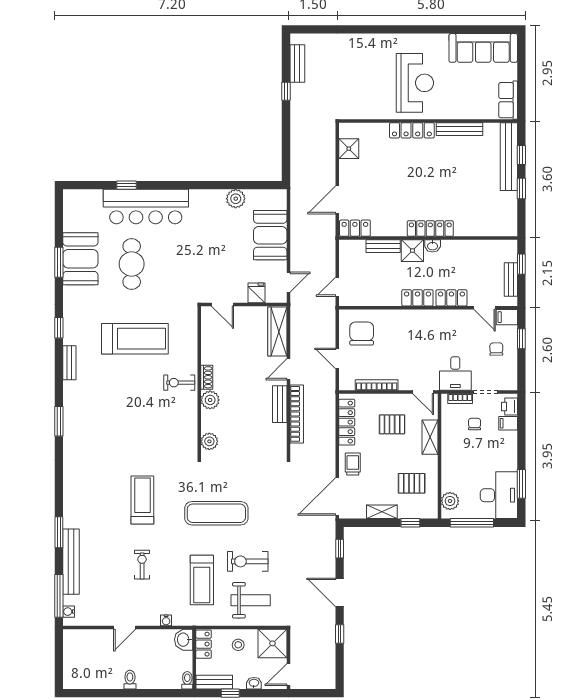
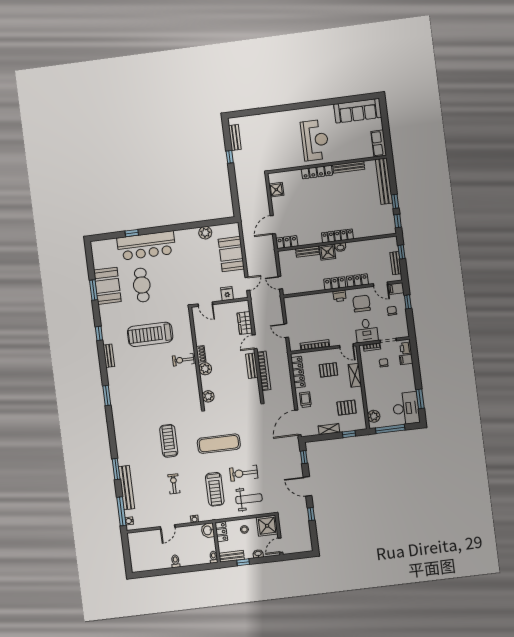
window: (521, 155) -> (398, 221), moved
door: (337, 287) -> (280, 283), hinge flipped
printer: (422, 317) -> (340, 296), added
wardrobe: (277, 331) -> (245, 323), width x0.67
chair: (362, 333) -> (362, 304), moved
treadmill: (135, 339) -> (150, 334), turned 180

